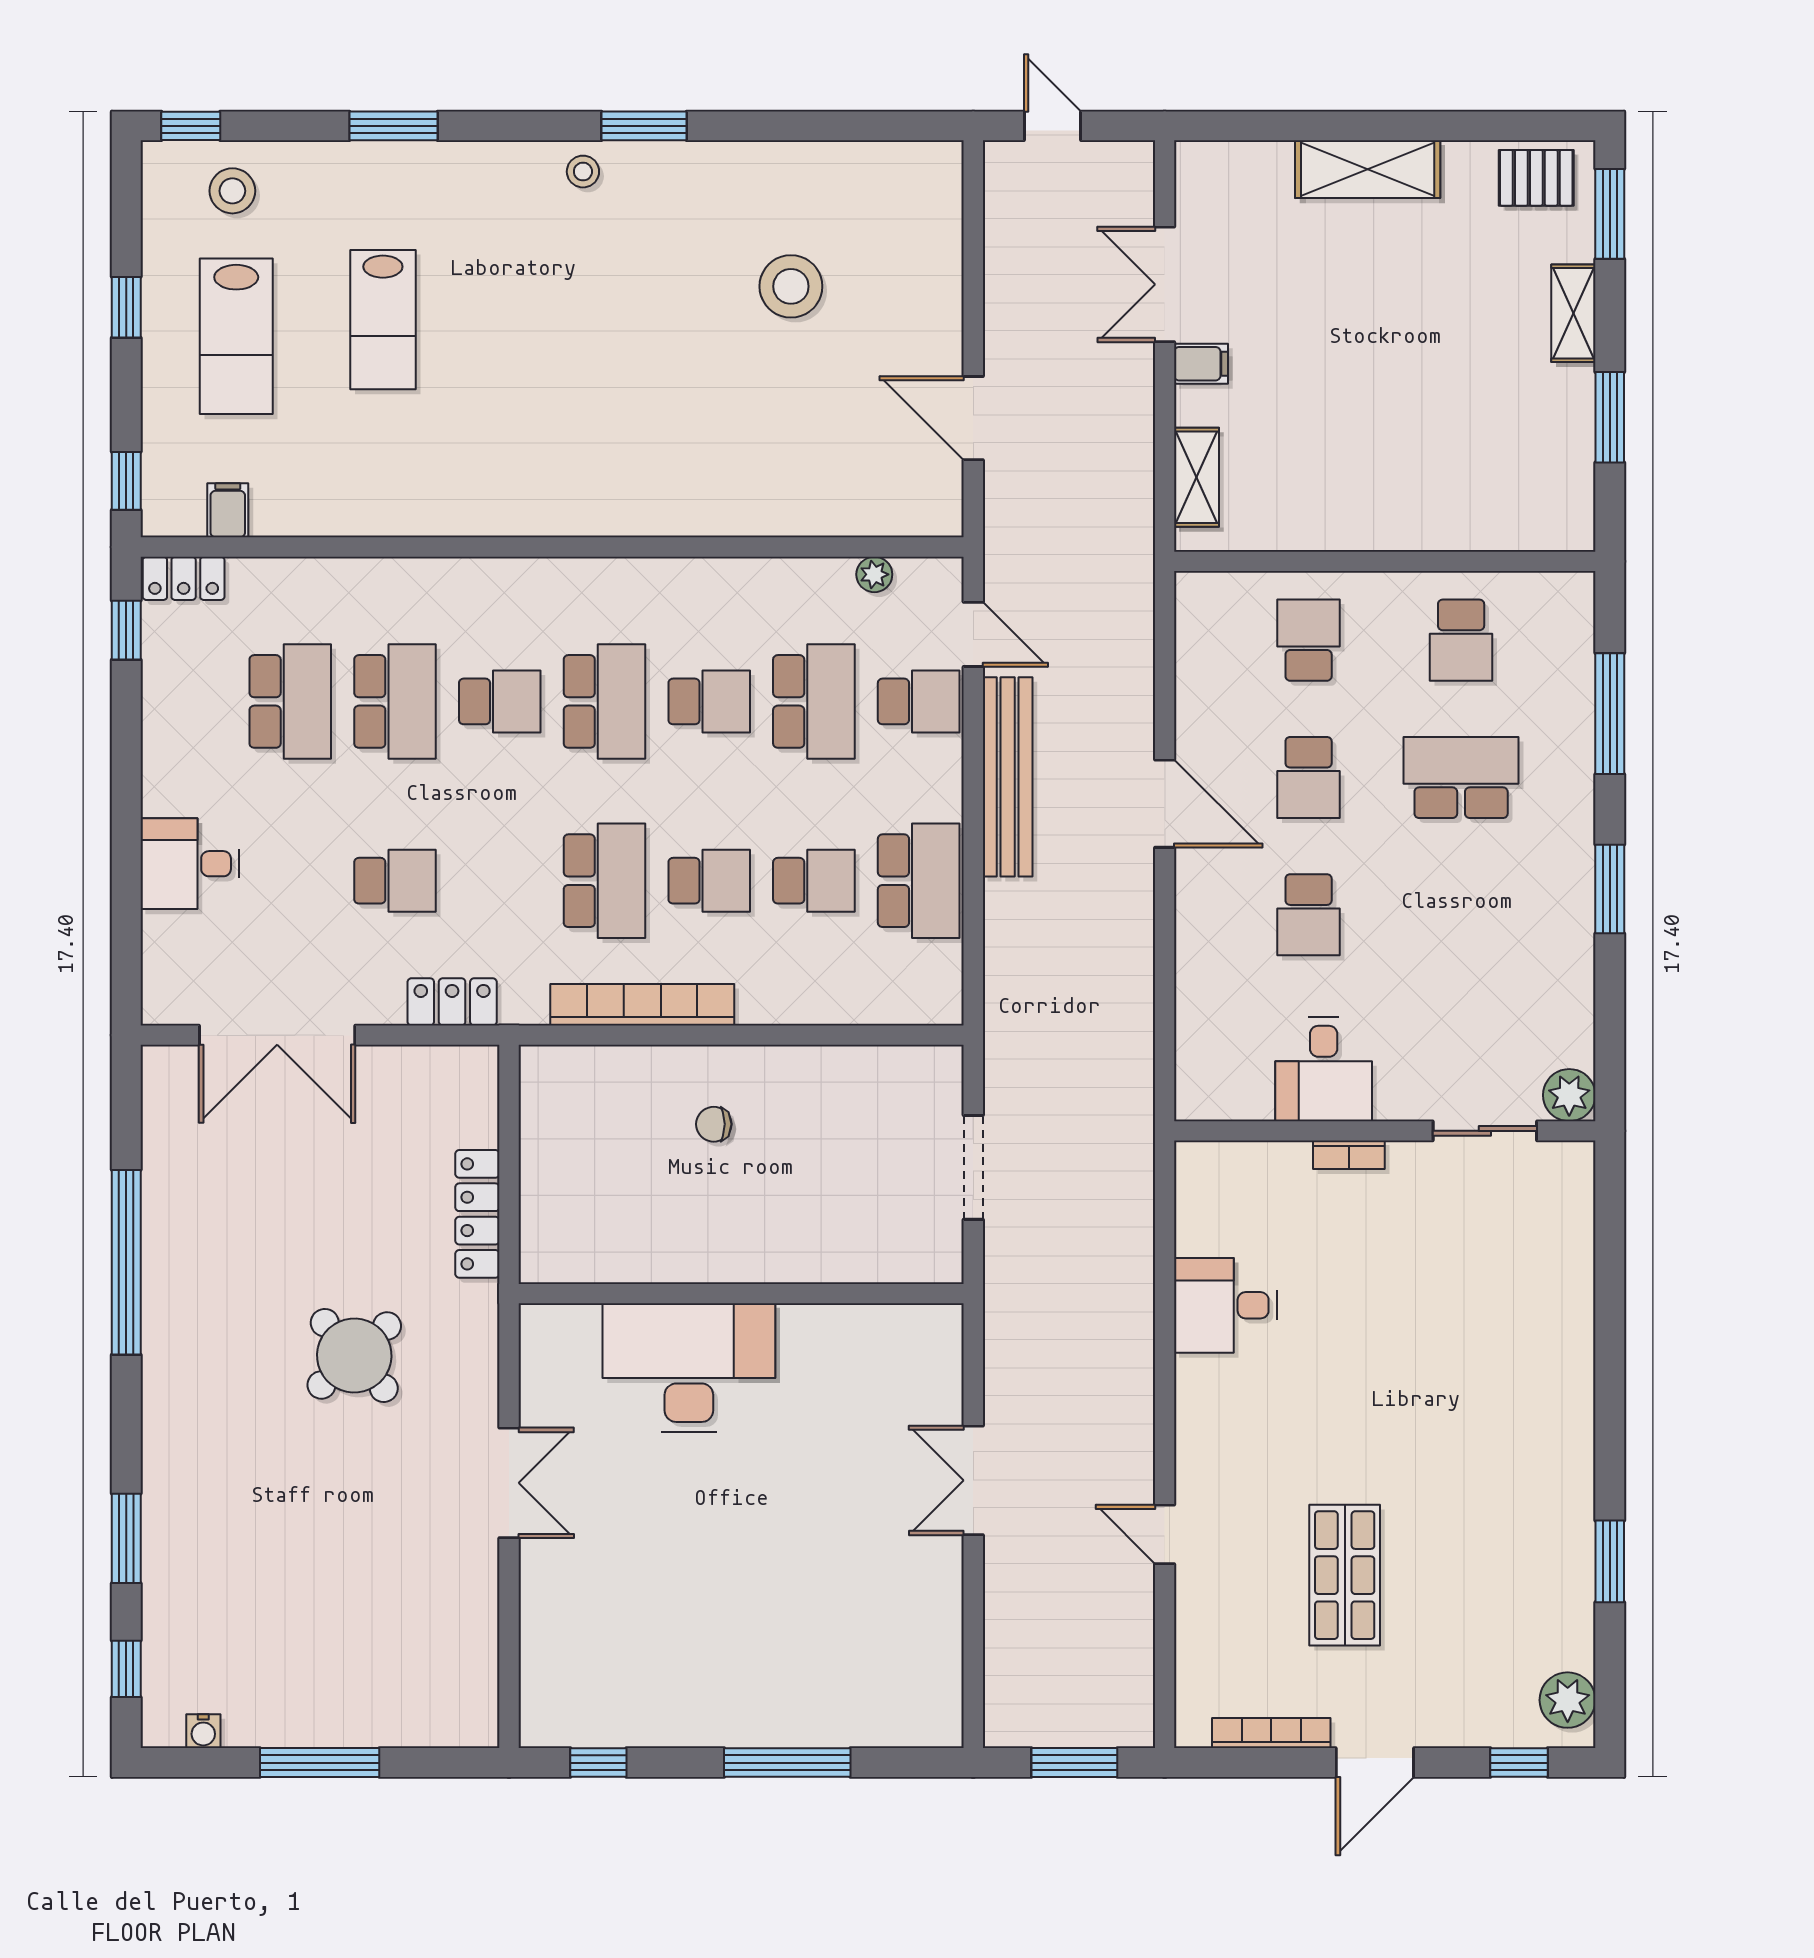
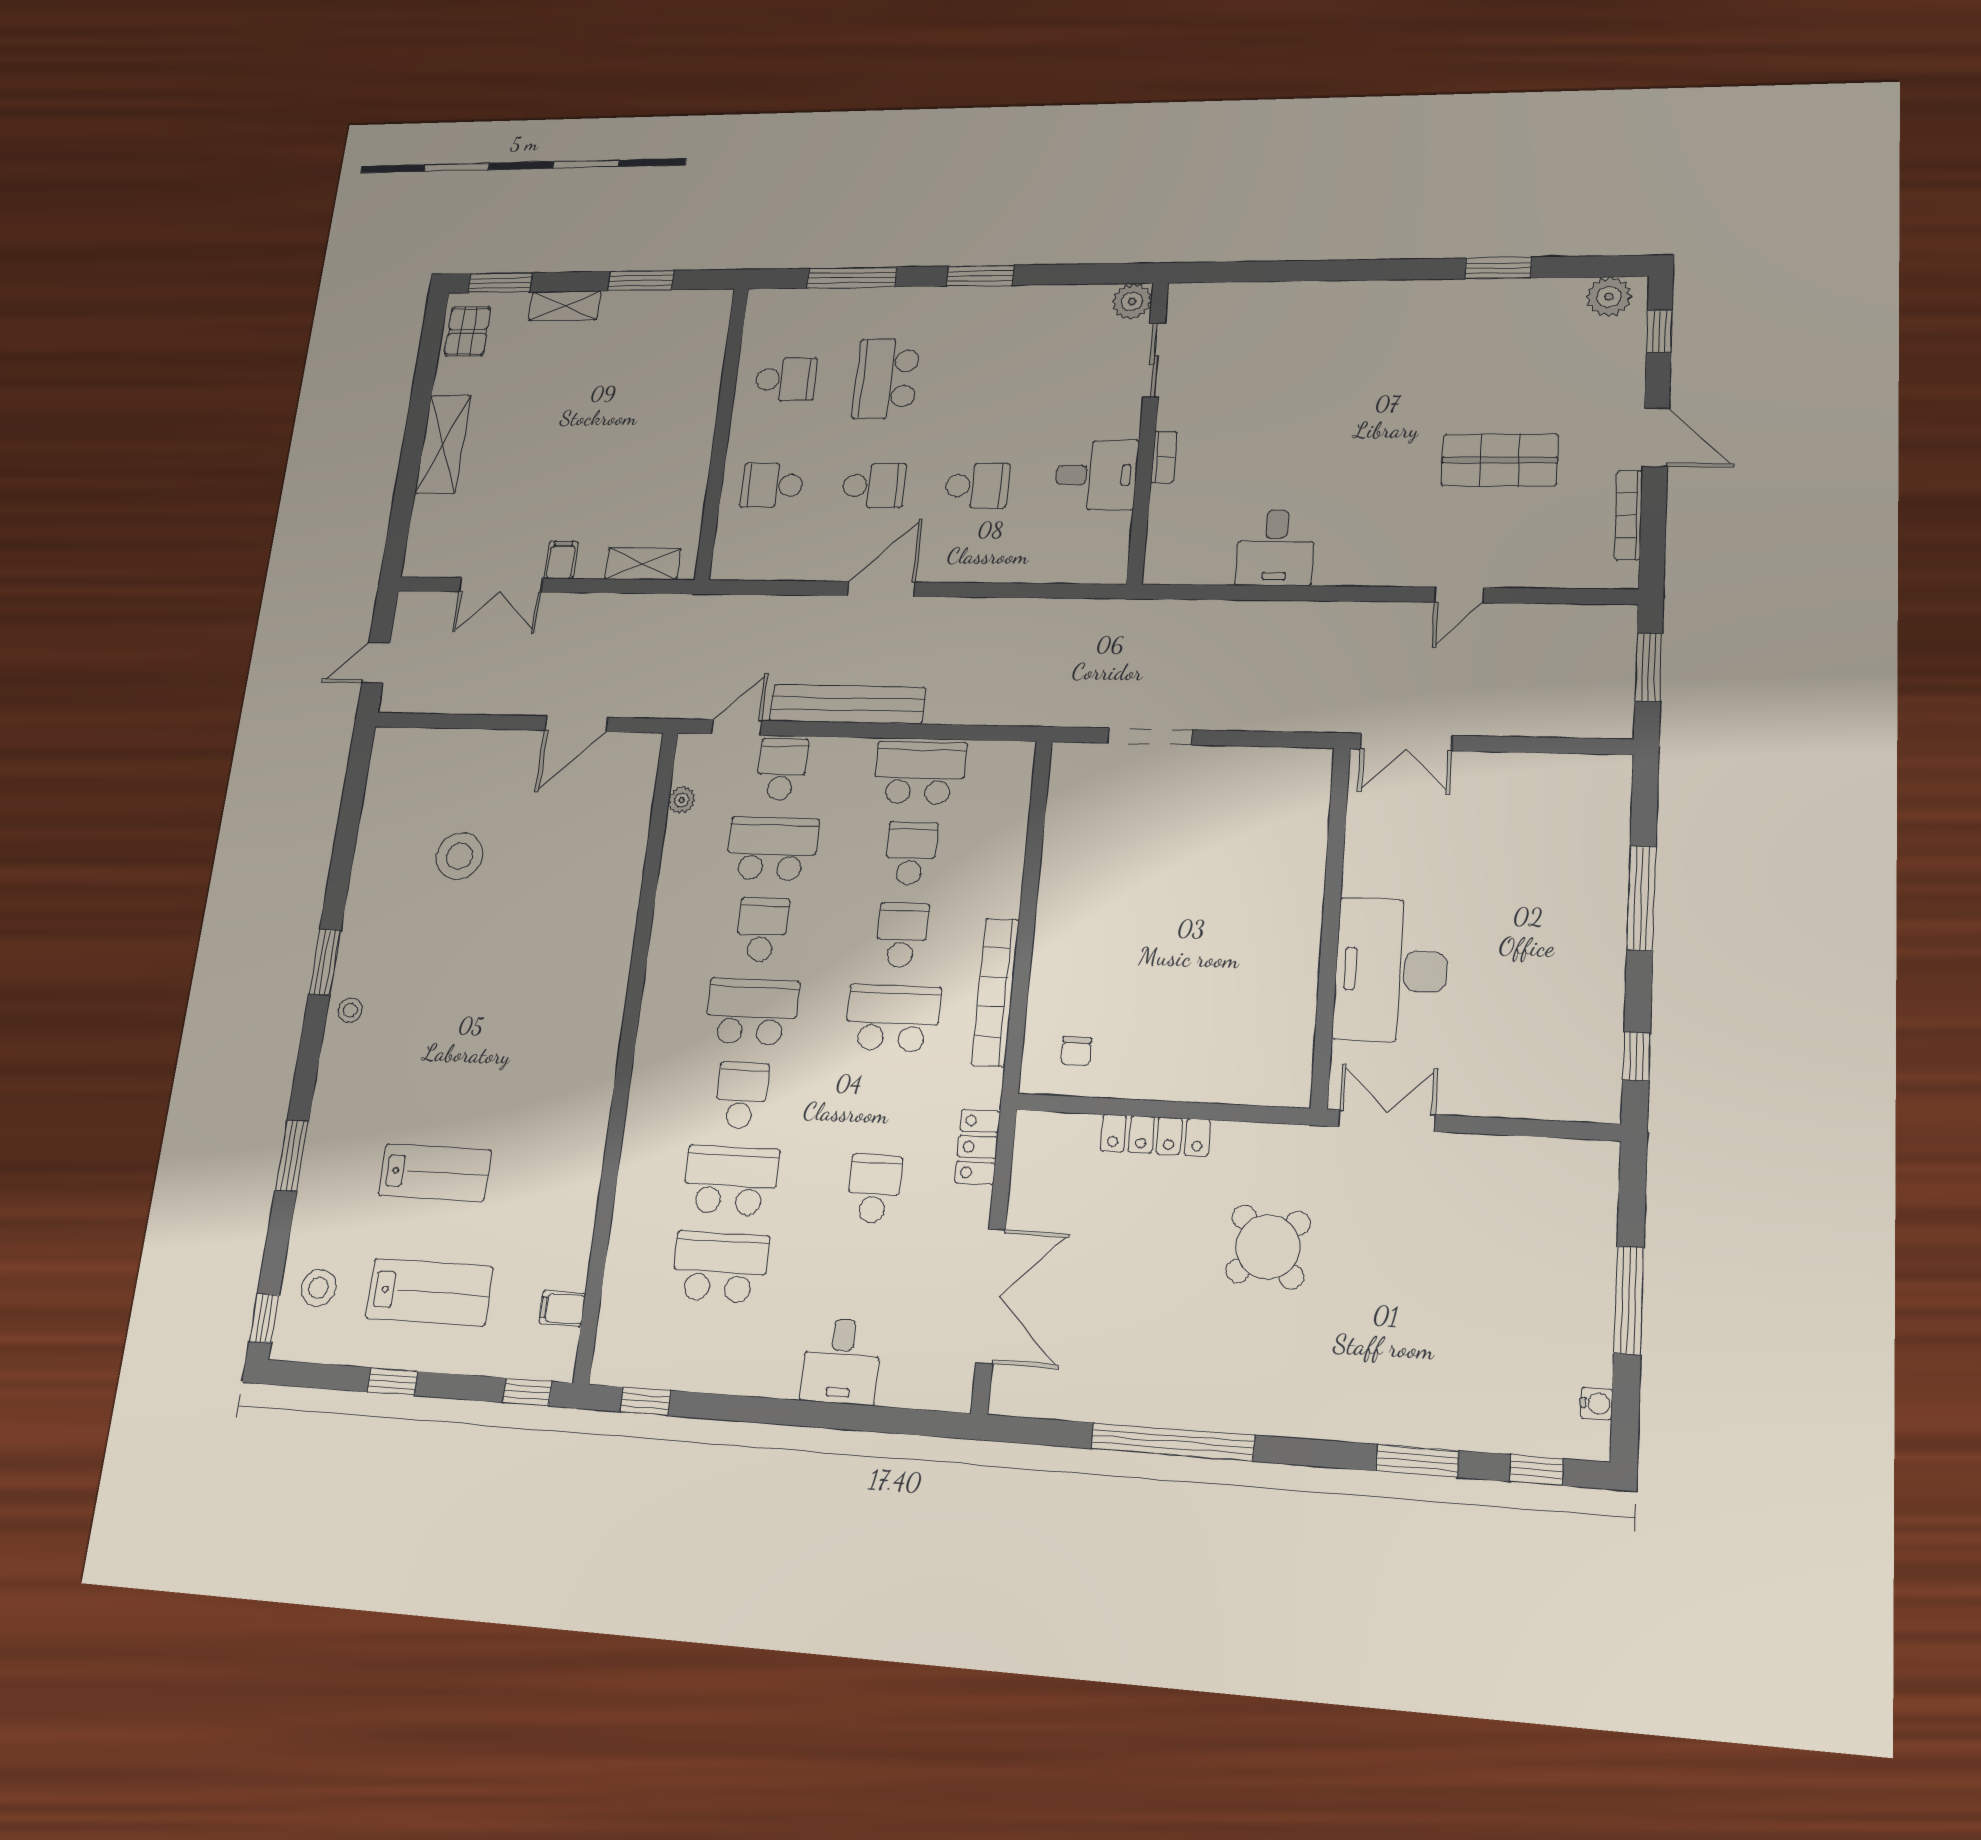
locker: (184, 578) -> (611, 1349), removed
chair: (714, 1124) -> (1076, 1051), moved
wall: (741, 1294) -> (1331, 925), moved
desk: (689, 1368) -> (1391, 970), moved

